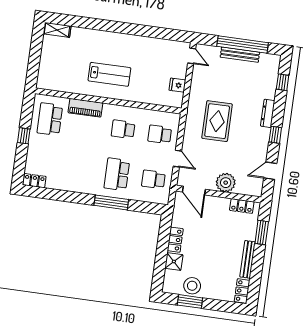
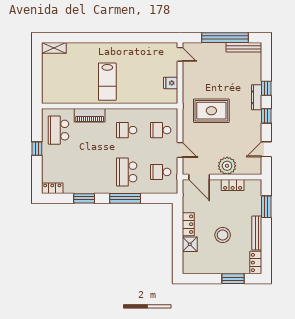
bench: (240, 55) -> (244, 47), moved
lab bench: (109, 74) -> (107, 82), turned 90
window: (283, 82) -> (266, 88), moved
rug: (217, 121) -> (211, 111), turned 90
window: (67, 196) -> (84, 198), added
locker: (242, 206) -> (233, 185), moved
stool: (192, 286) -> (223, 235), moved
window: (190, 301) -> (233, 279), moved

